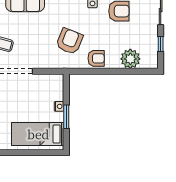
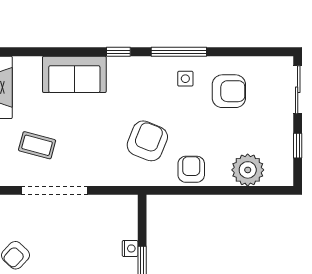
armchair: (96, 58) -> (191, 169), turned -90

